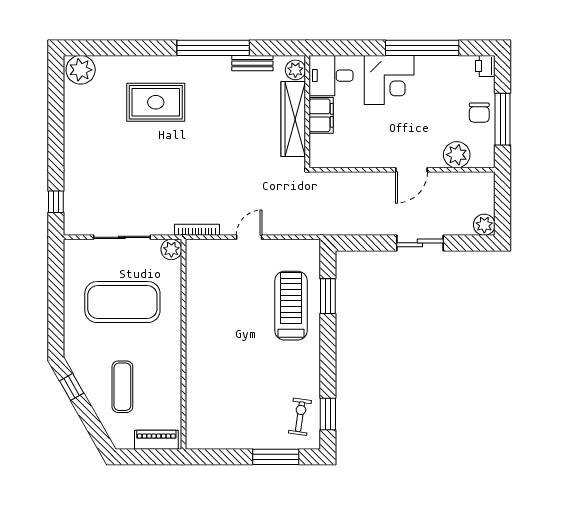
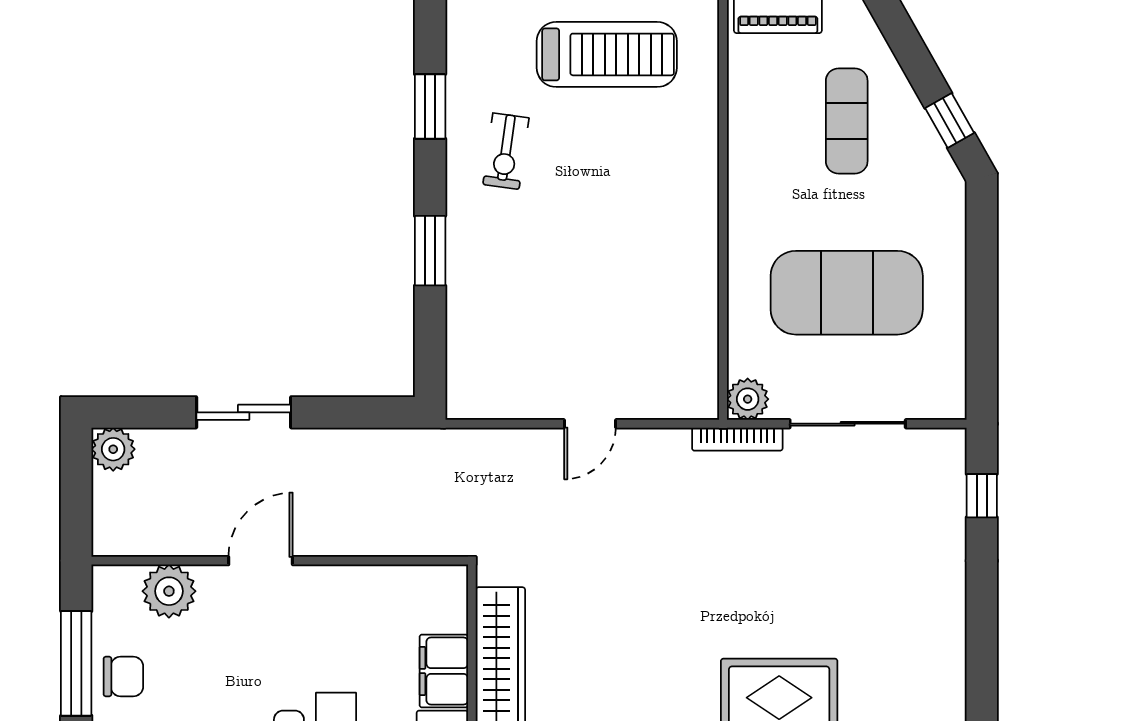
chair: (479, 113) -> (123, 676), turned 90
bookcase: (197, 230) -> (737, 439), moved
window: (328, 296) -> (430, 251), moved
treadmill: (291, 306) -> (607, 54), moved, turned -90
window: (328, 414) -> (430, 106), moved
exercise bike: (300, 417) -> (506, 151), moved

